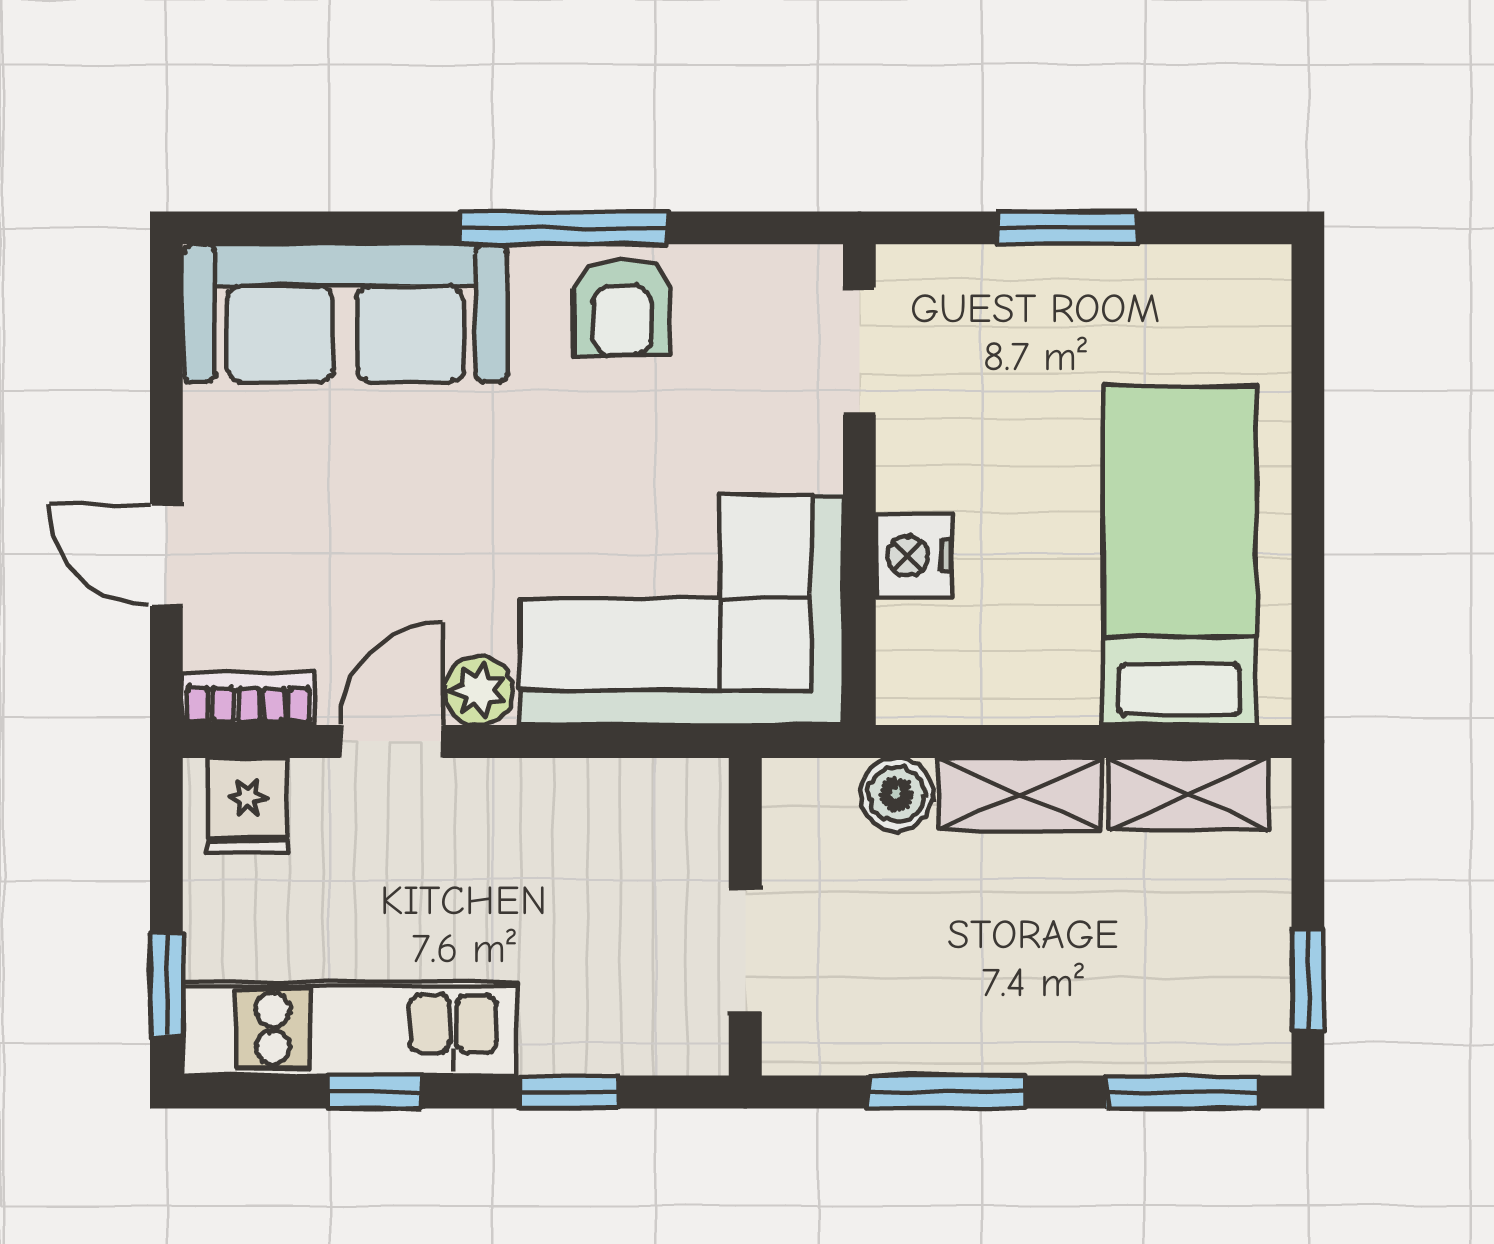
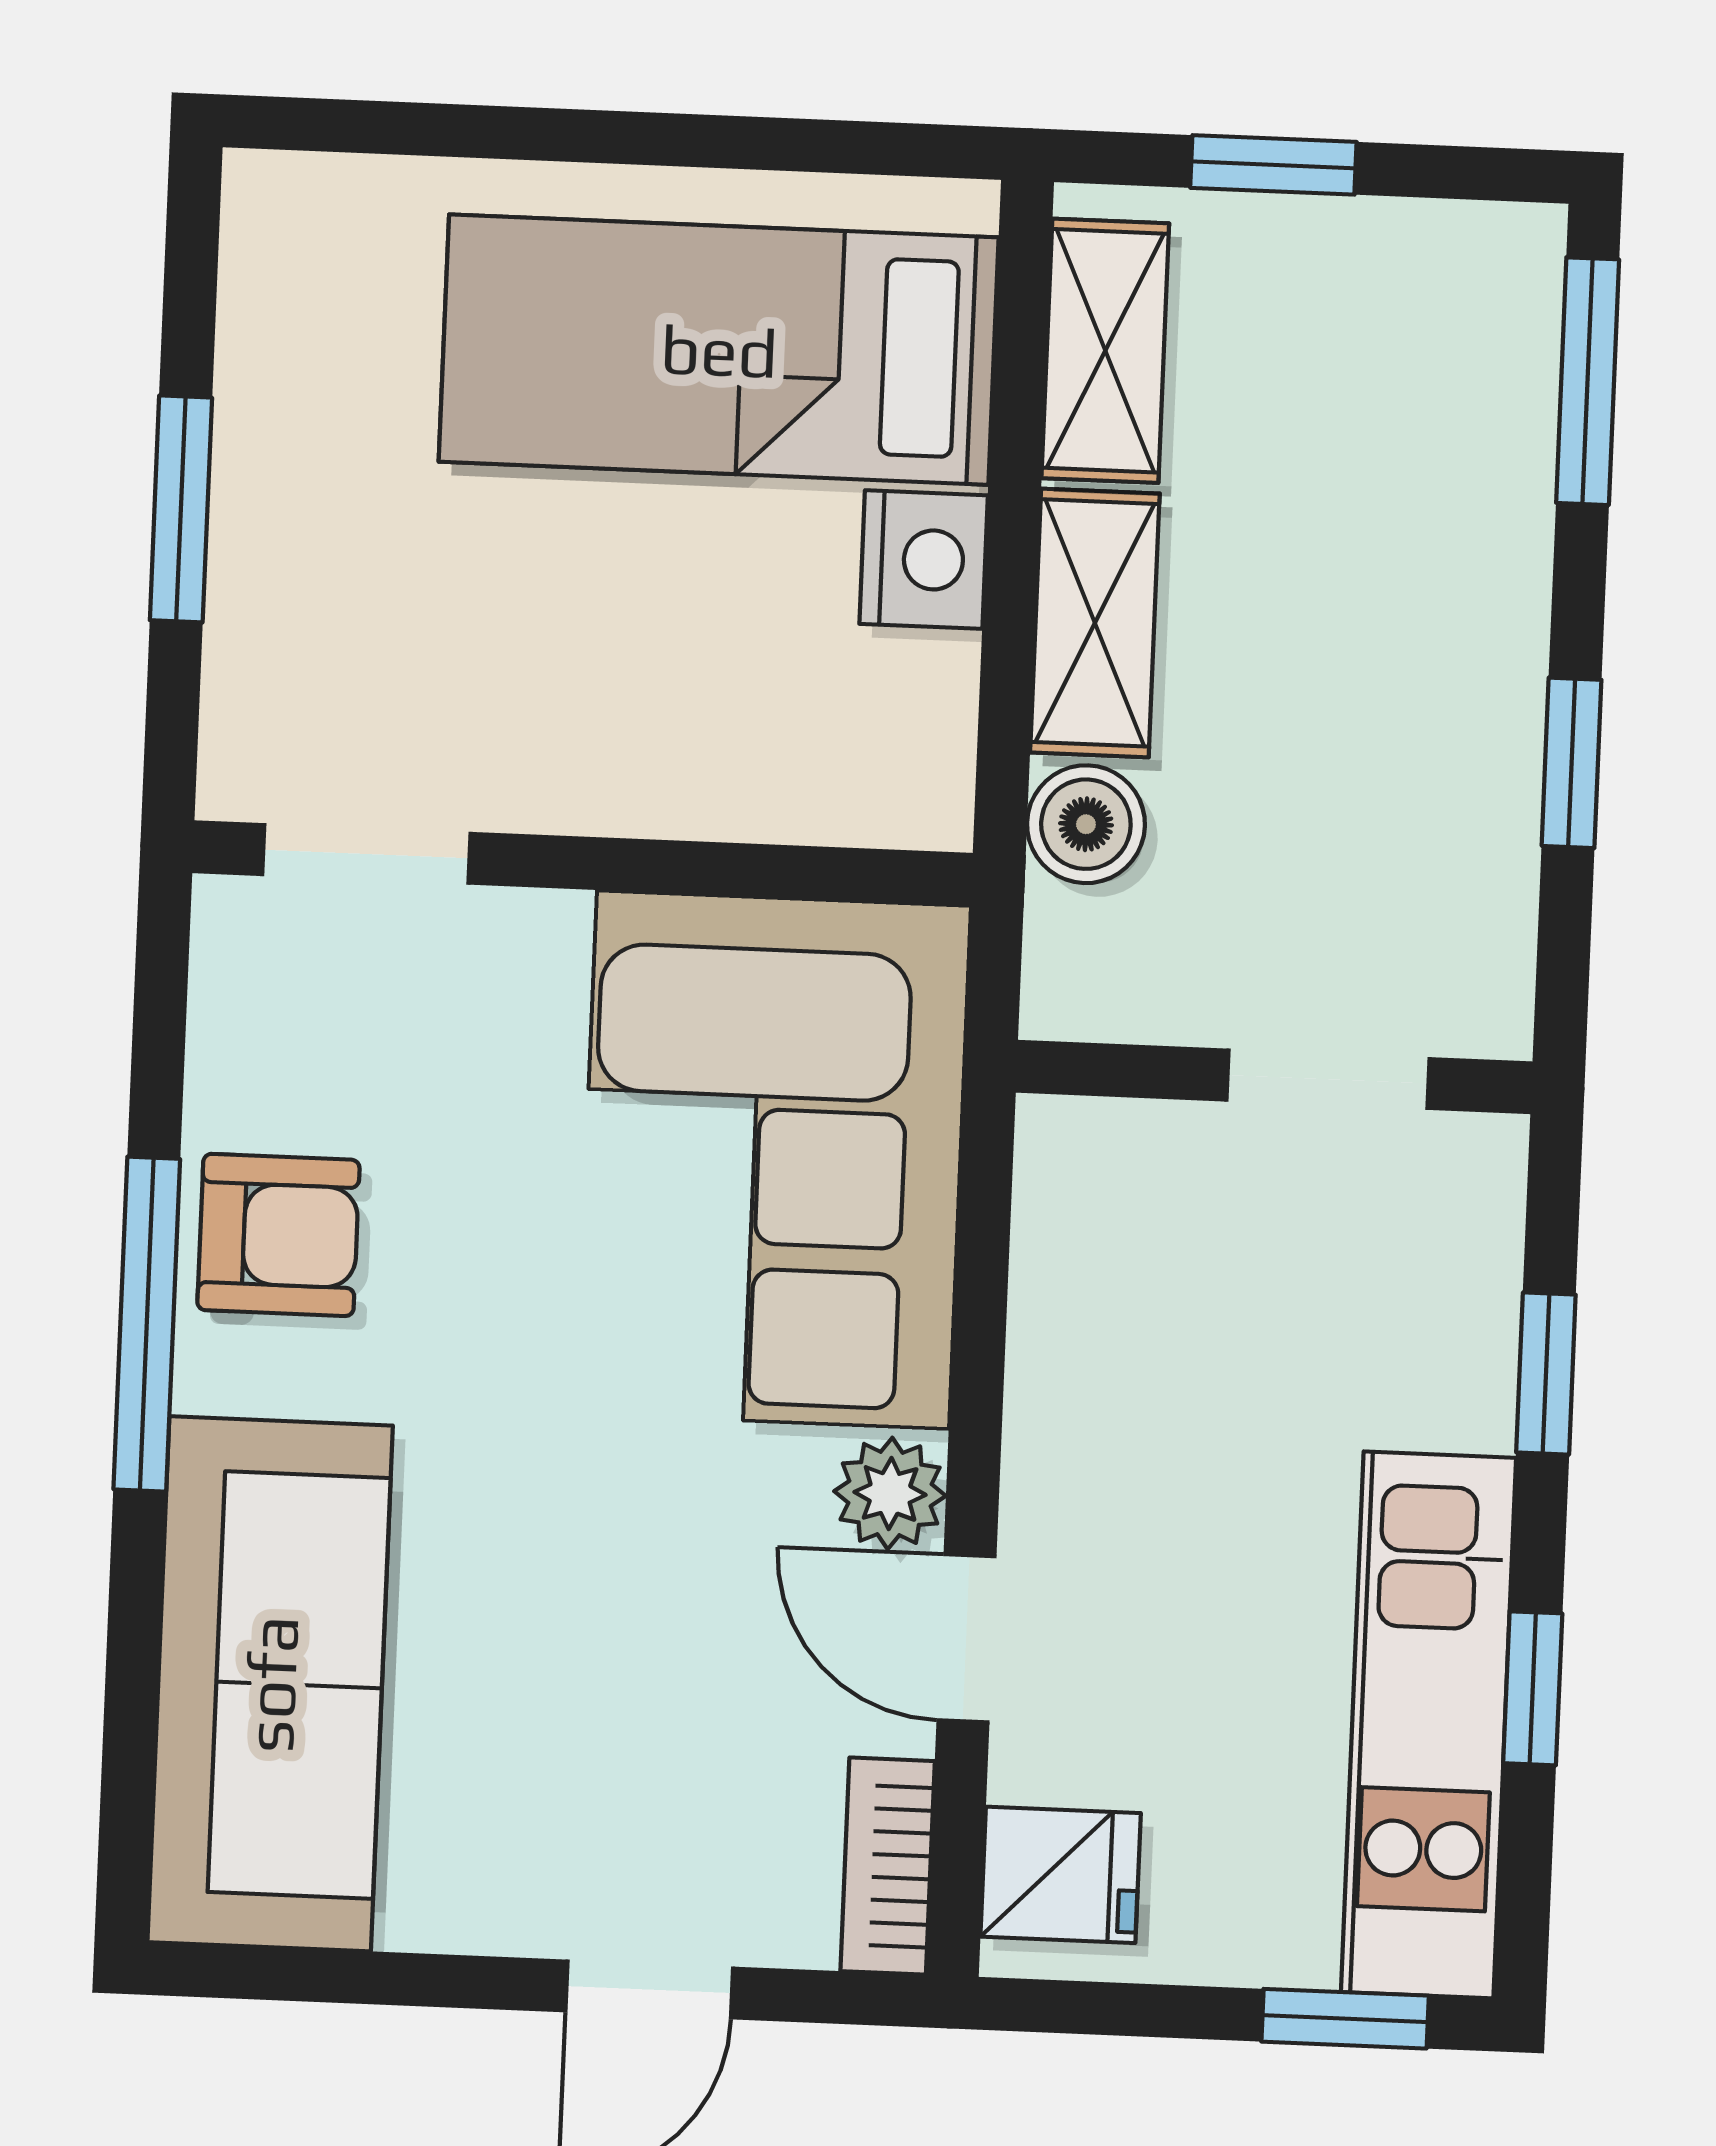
nightstand: (914, 556) -> (924, 560), moved, turned -90
window: (1308, 980) -> (1273, 165), moved
window: (947, 1092) -> (1572, 763), width x0.67

